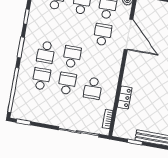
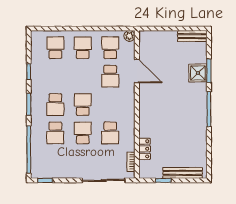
door: (128, 34) -> (137, 71), width x0.73
school desk: (103, 35) -> (110, 76), turned 180
school desk: (41, 79) -> (55, 133), turned 180
locker: (125, 97) -> (145, 149), moved

